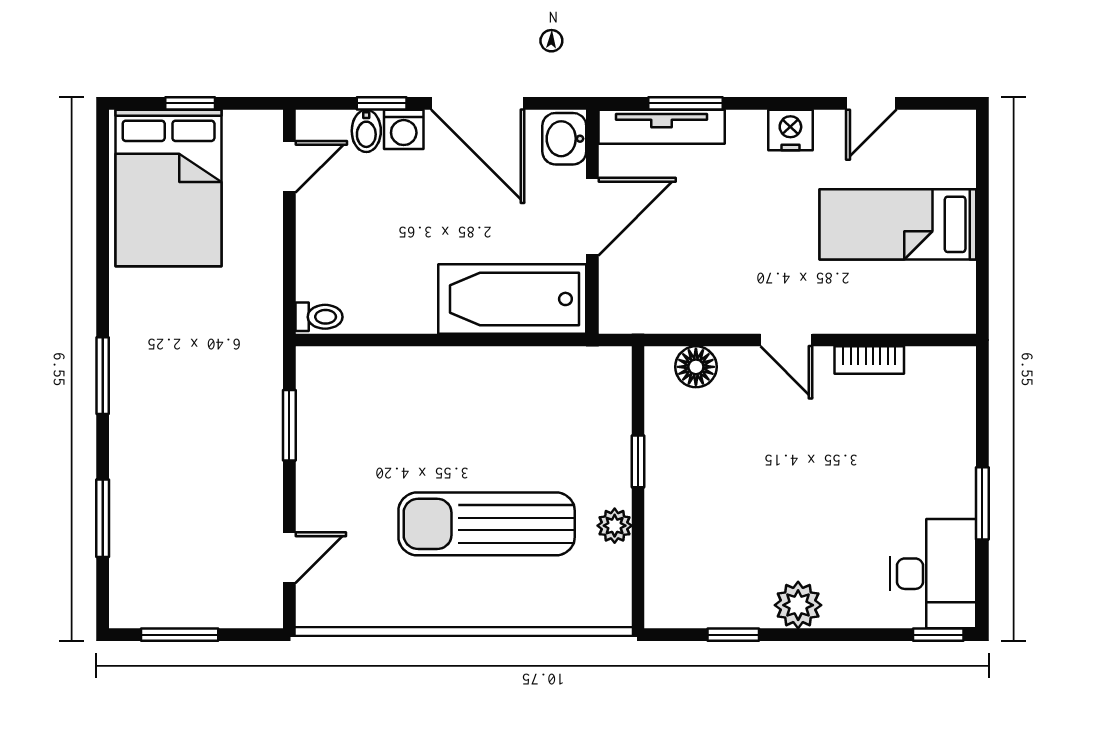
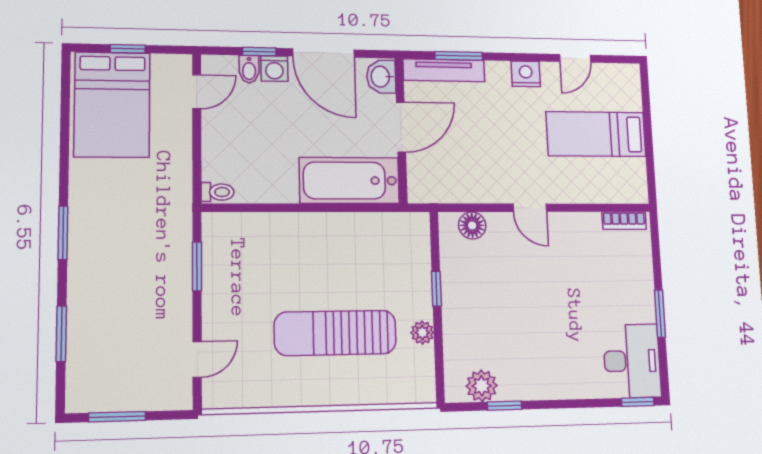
bookcase: (869, 360) -> (624, 221), moved
plant: (798, 605) -> (482, 386), moved

